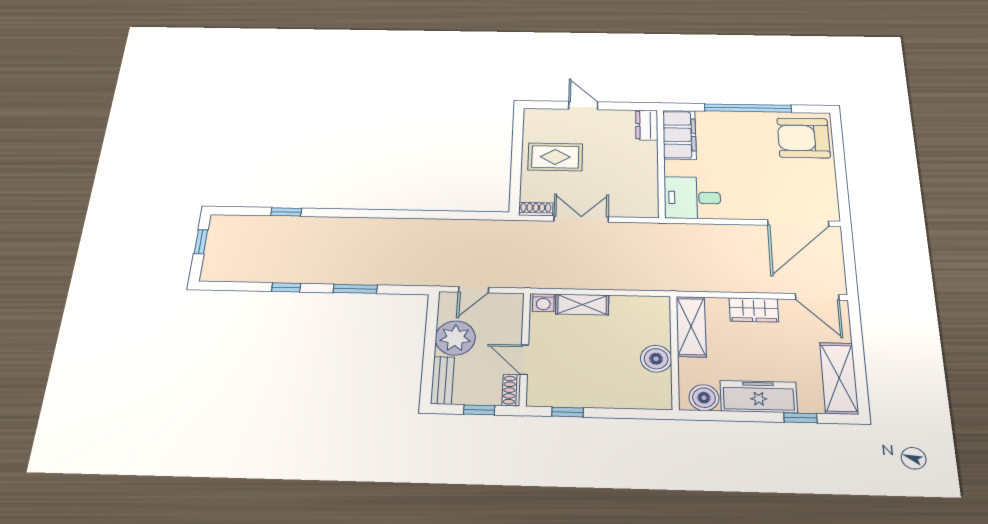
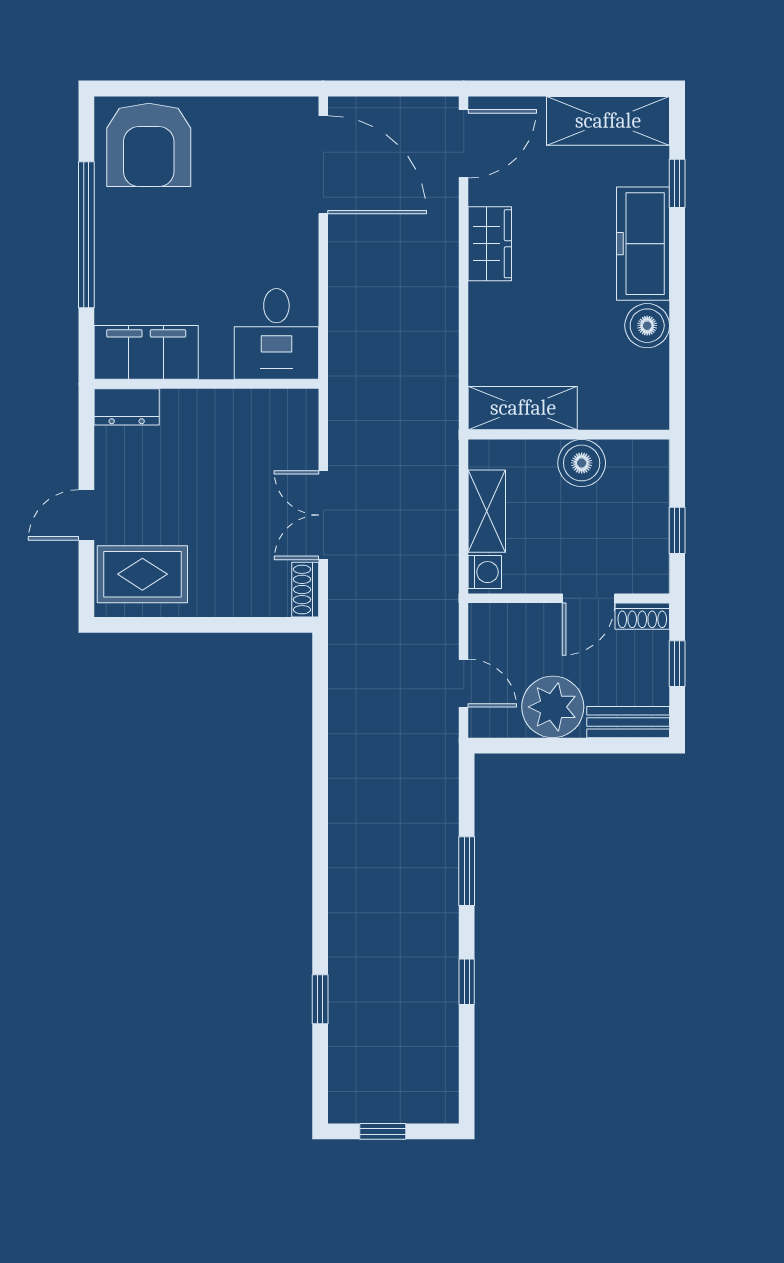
rug: (555, 157) -> (142, 574), moved, turned 90
shelving: (691, 327) -> (523, 408), moved
wall: (675, 352) -> (569, 435), moved
boiler: (656, 359) -> (582, 463), moved

